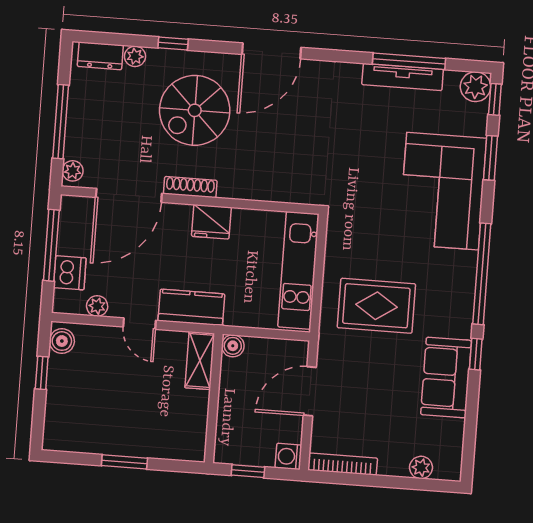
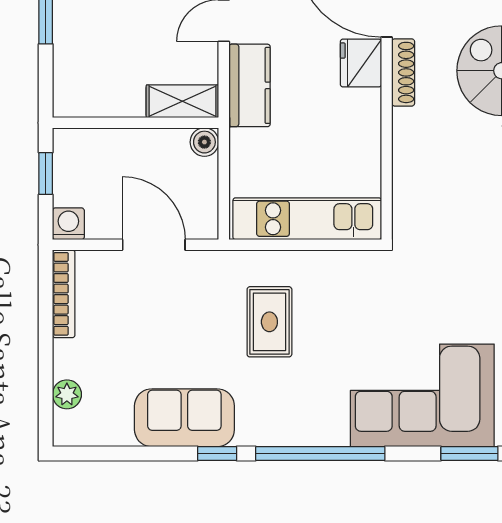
fridge: (211, 222) -> (361, 63), moved
rug: (376, 306) -> (269, 322), width x0.73, depth x0.70

